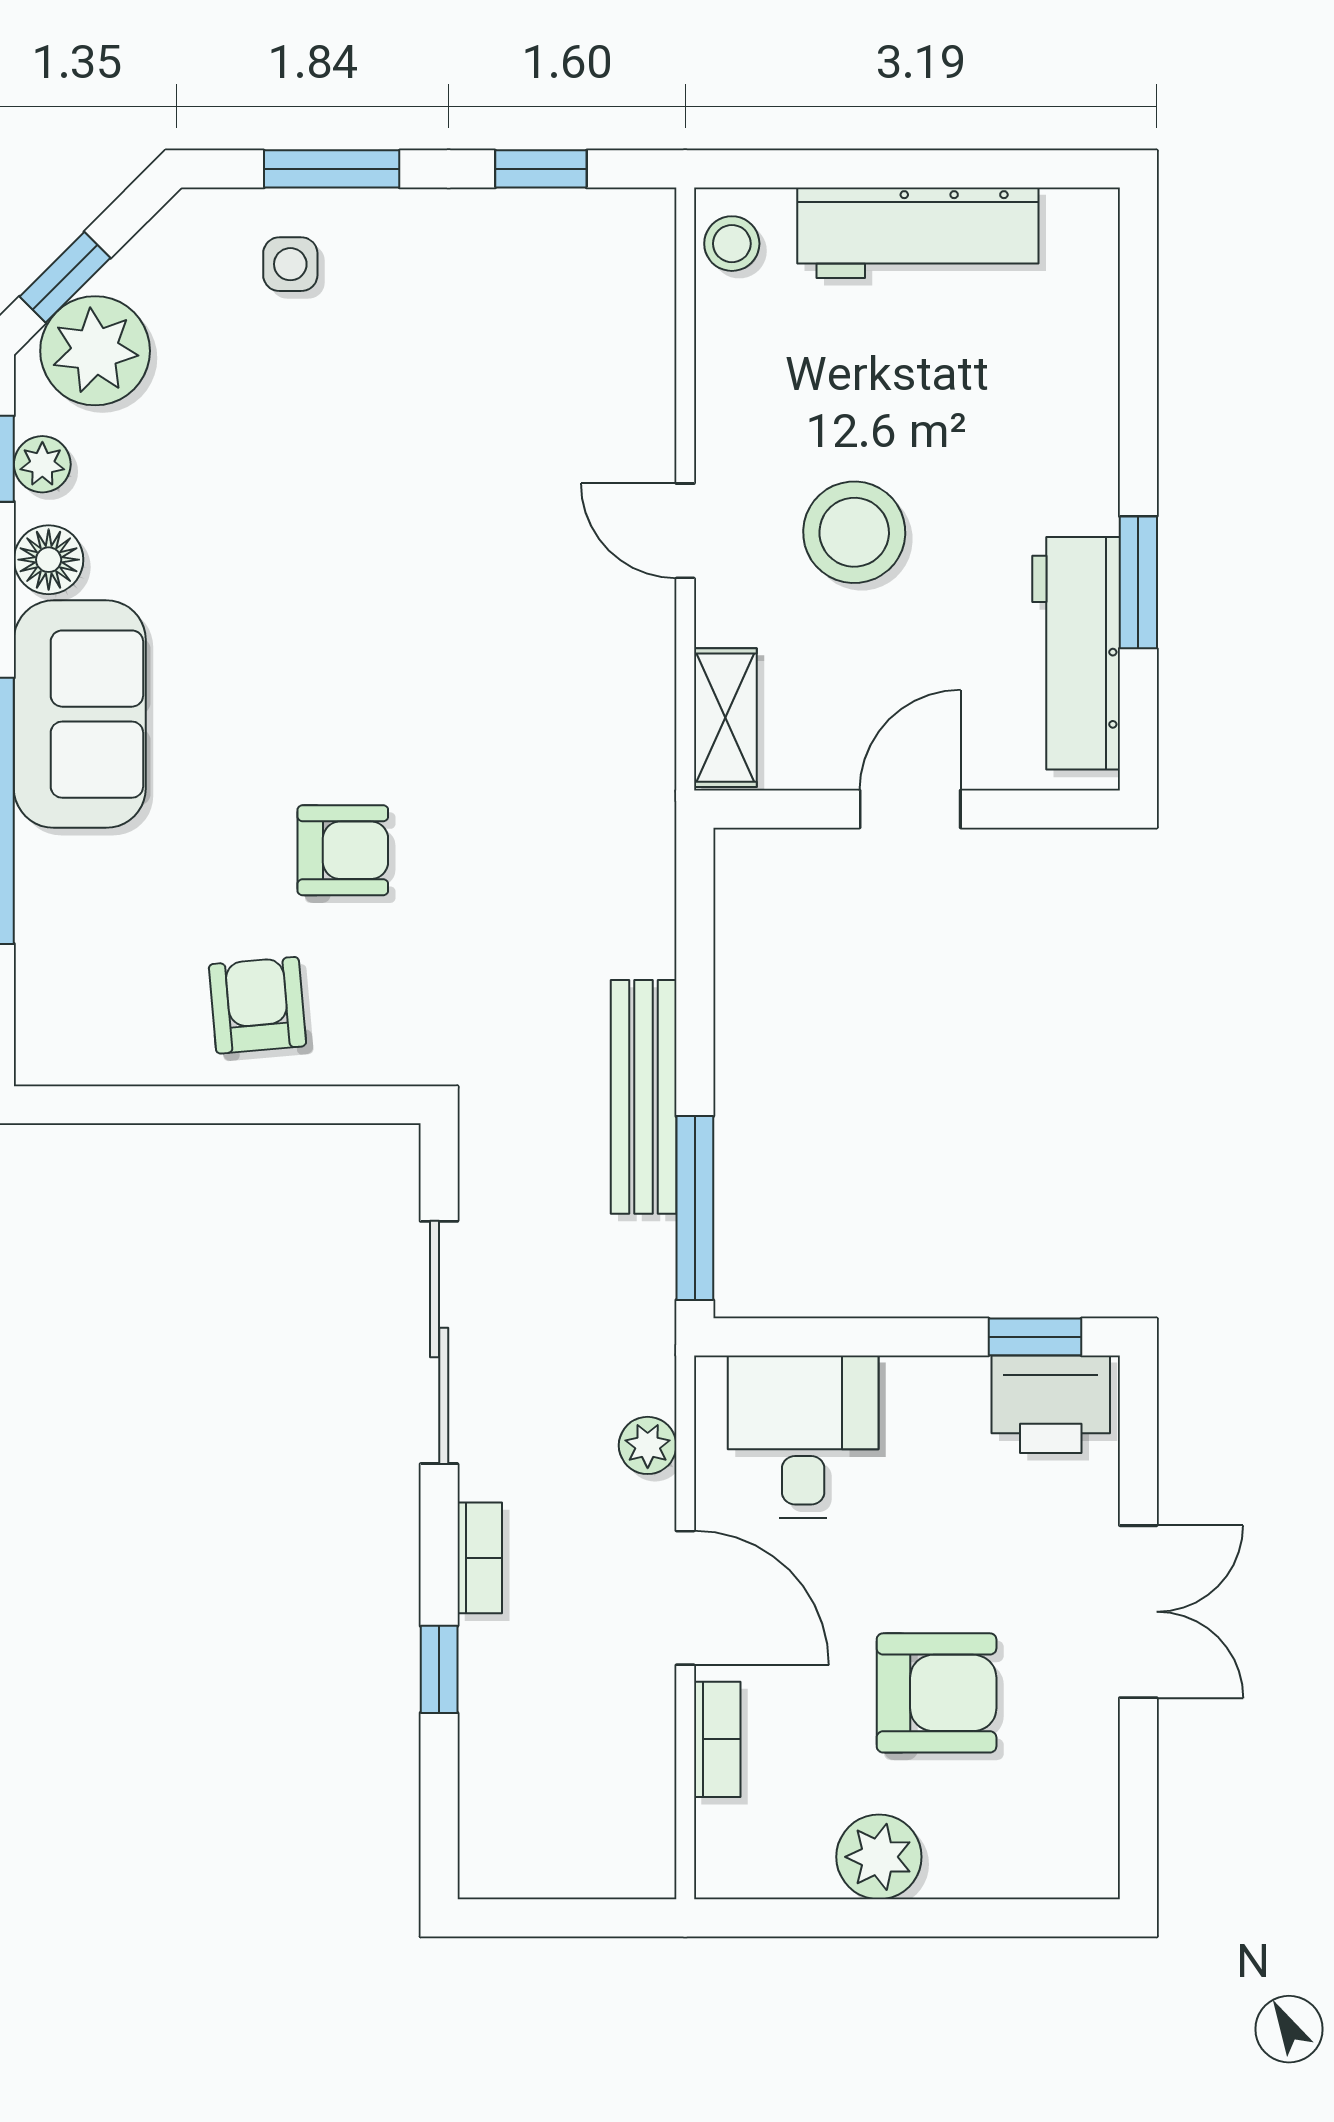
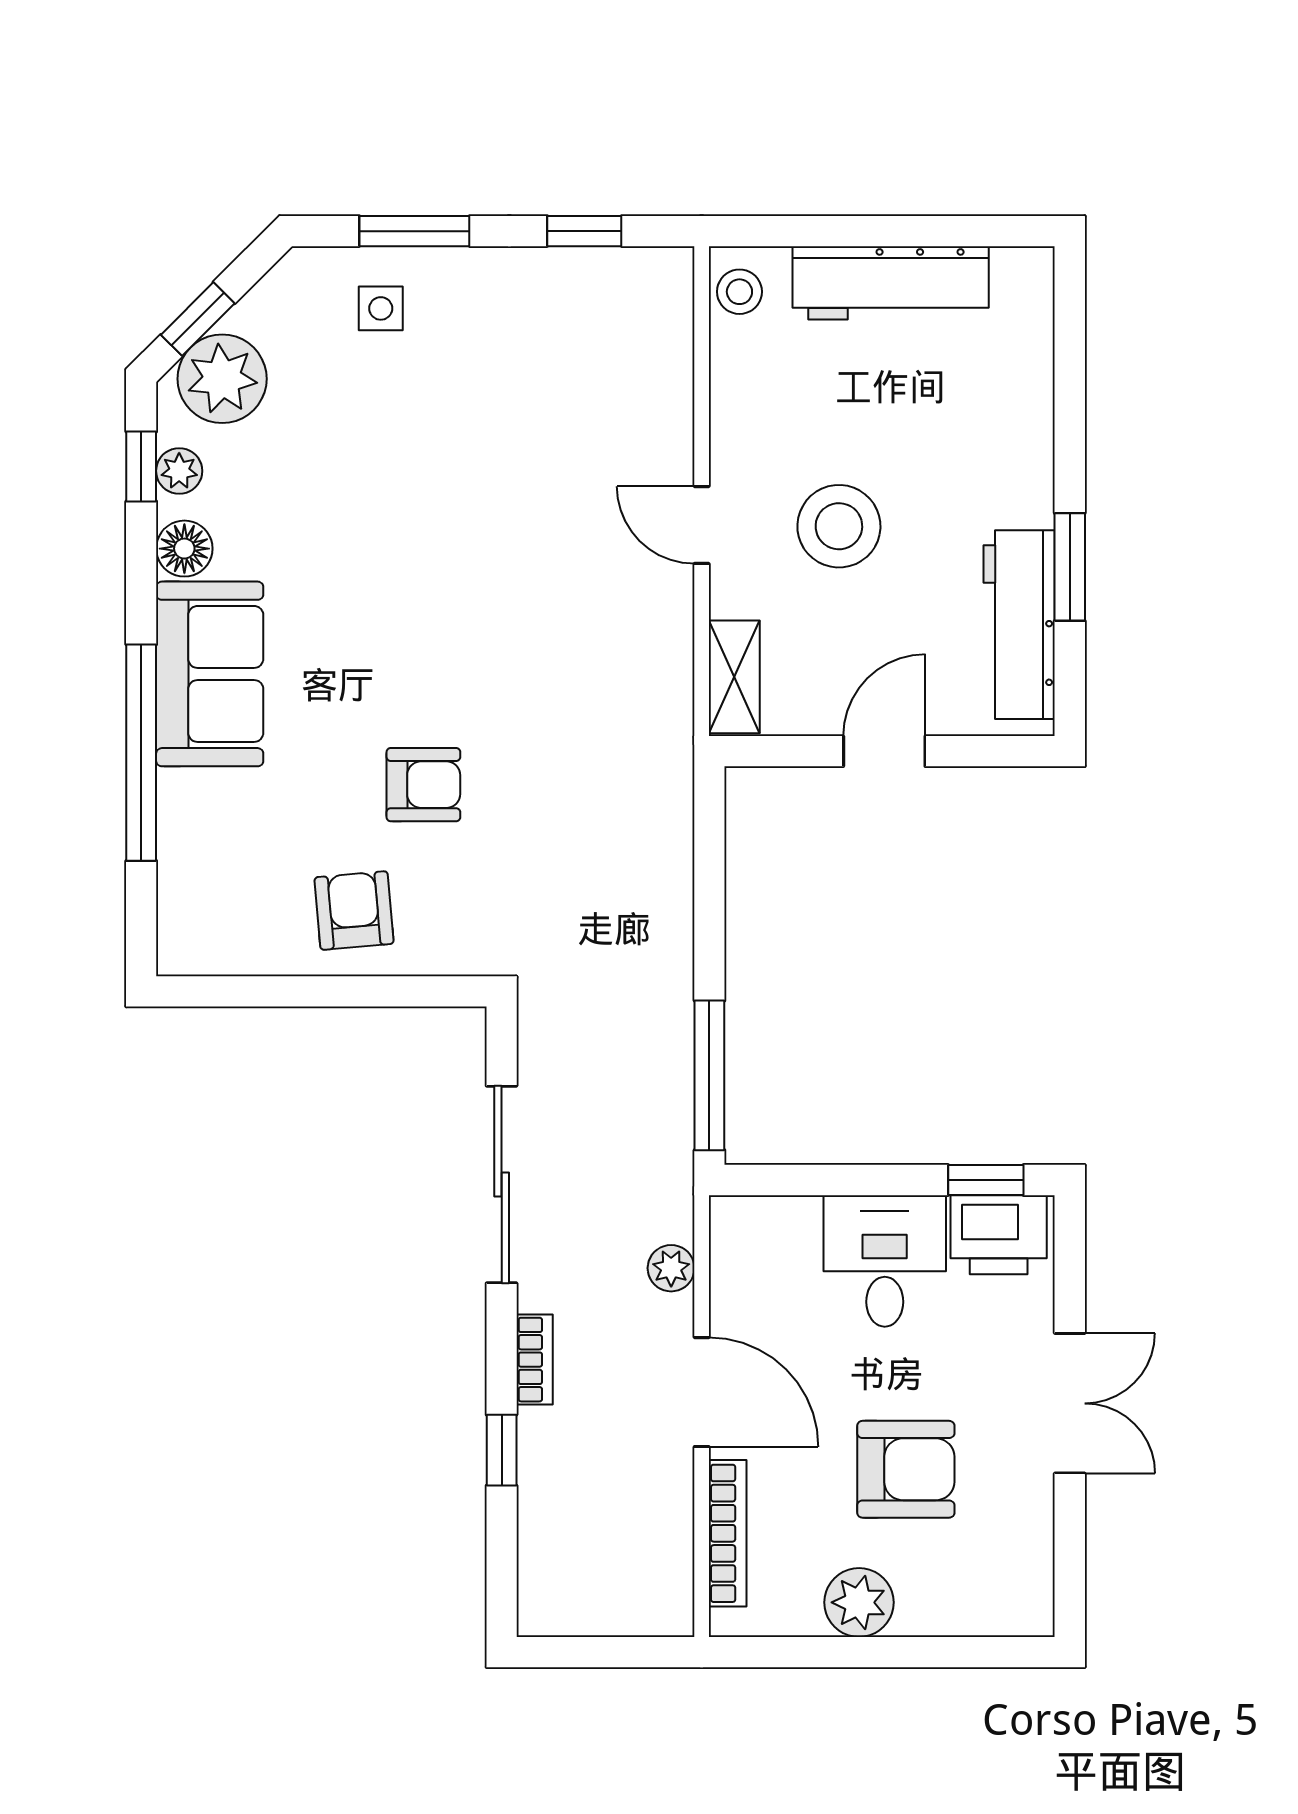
bench: (644, 1097) -> (668, 985), removed
desk: (803, 1436) -> (885, 1261), moved
bookcase: (717, 1739) -> (728, 1533), width x1.56

